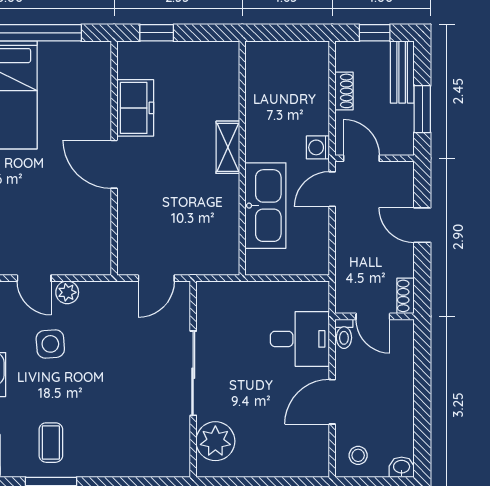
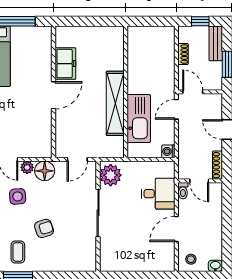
window: (157, 33) -> (77, 21), removed
shelving: (228, 147) -> (115, 103), width x2.20, depth x1.33
washing machine: (318, 147) -> (168, 151), moved
door: (114, 164) -> (53, 95), swing flipped
shoe rack: (405, 296) -> (218, 165), width x1.43
floor lamp: (98, 299) -> (45, 171), added
armchair: (97, 401) -> (44, 228), added
plant: (215, 441) -> (111, 175), moved

